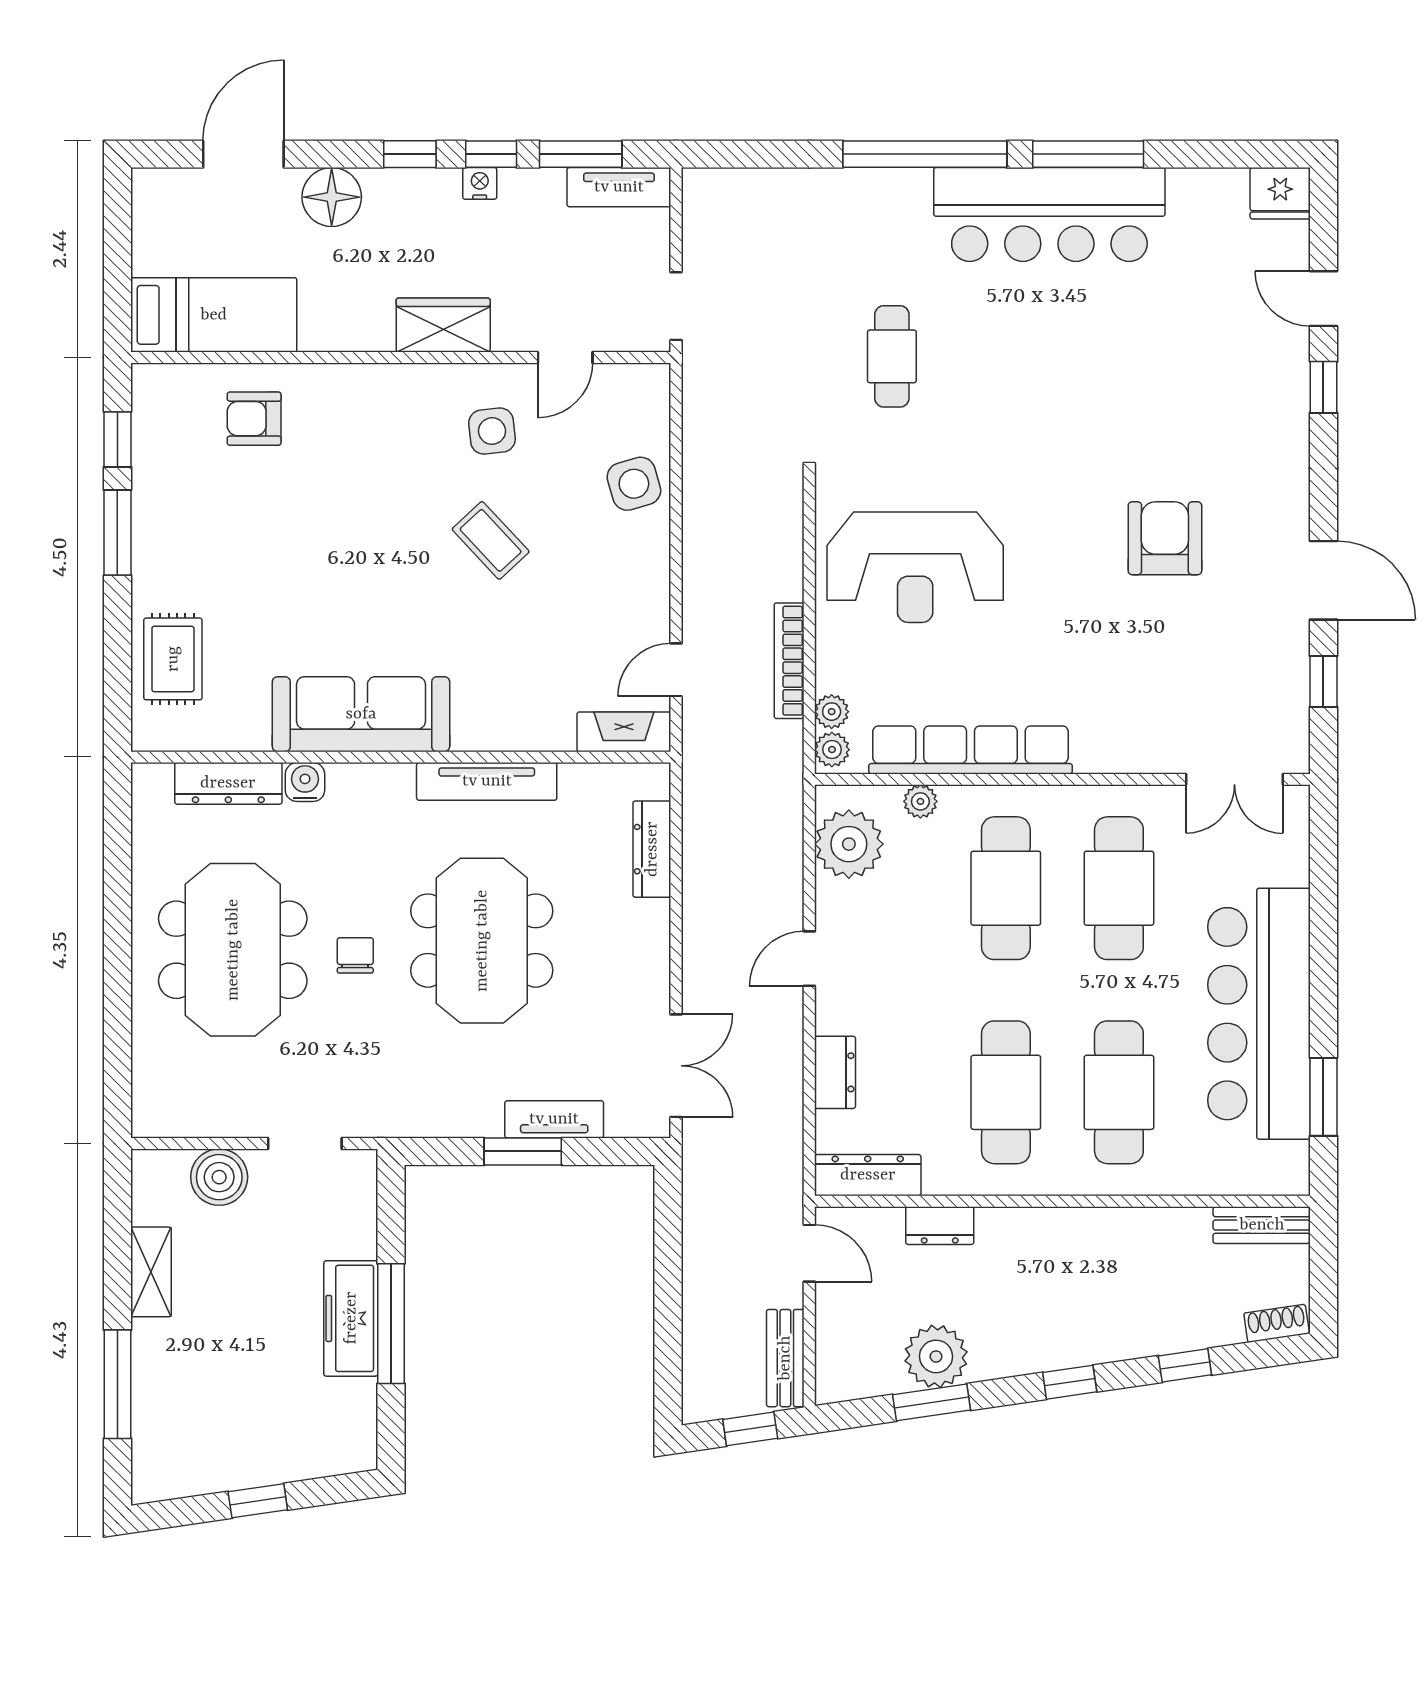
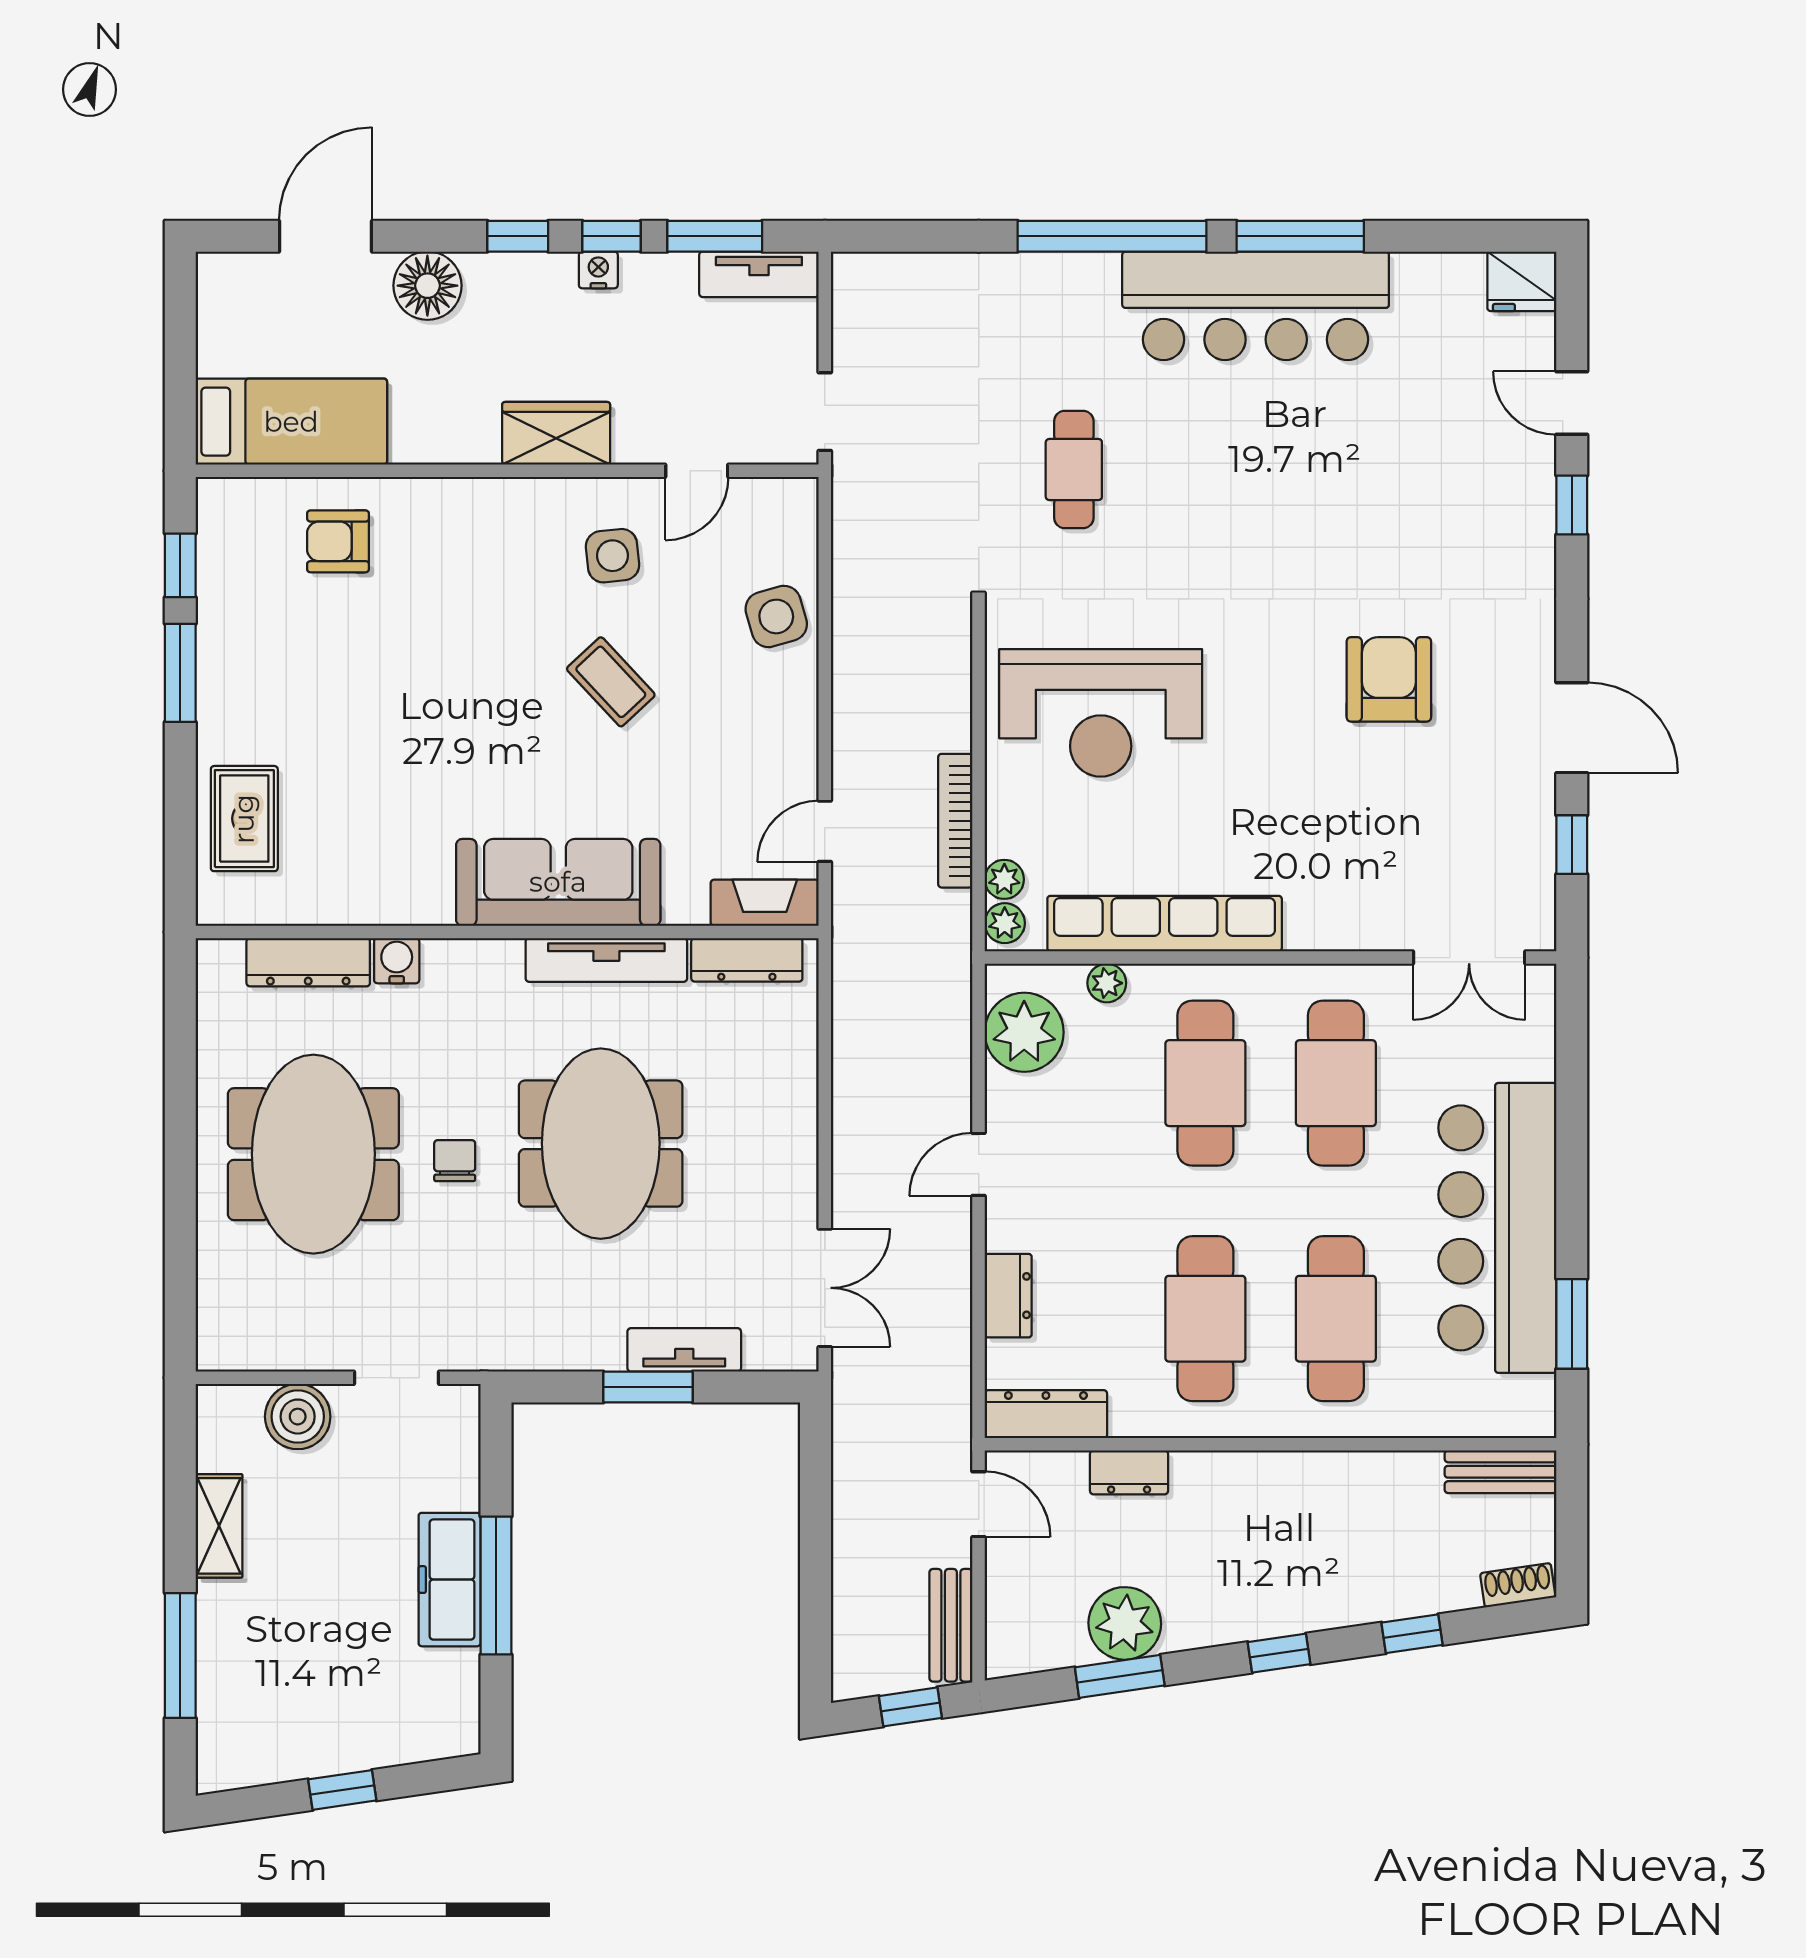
sofa: (361, 714) -> (558, 882), moved
dresser: (652, 849) -> (747, 960), moved, turned -90

